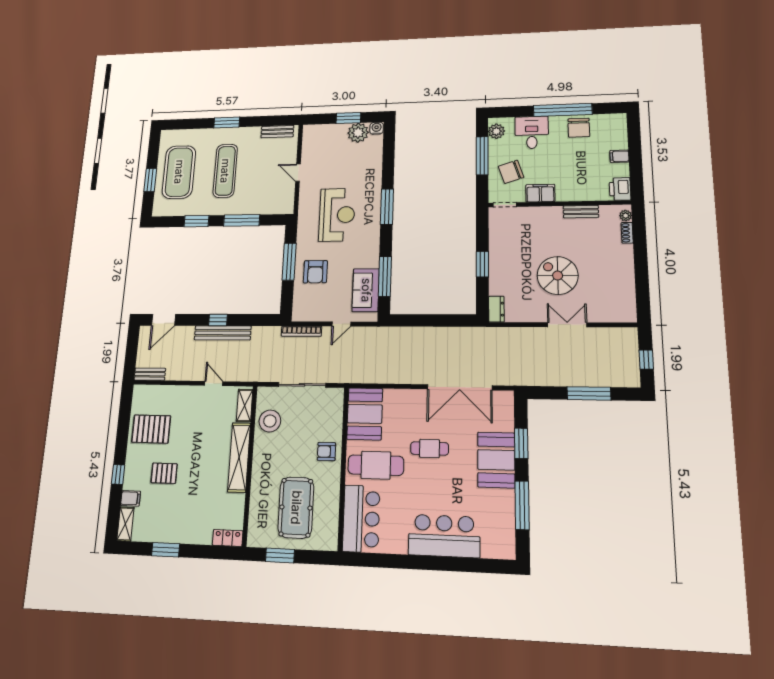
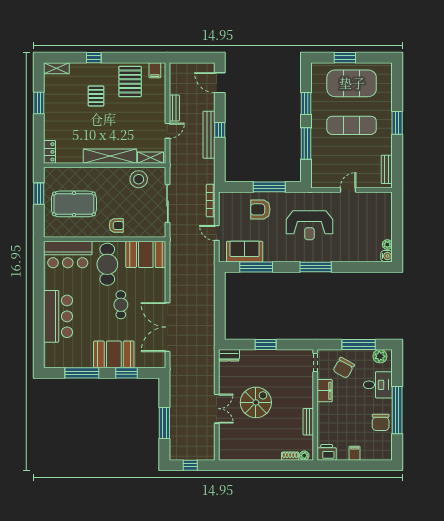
window: (348, 118) -> (397, 231), removed
chair: (579, 128) -> (381, 422), turned -90
plant: (358, 133) -> (387, 245), width x0.53, depth x0.53
chair: (511, 172) -> (344, 368), turned -133
bench: (150, 374) -> (174, 108), moved
armchair: (326, 452) -> (116, 226), turned 90
filing cabinet: (131, 498) -> (155, 70), moved

